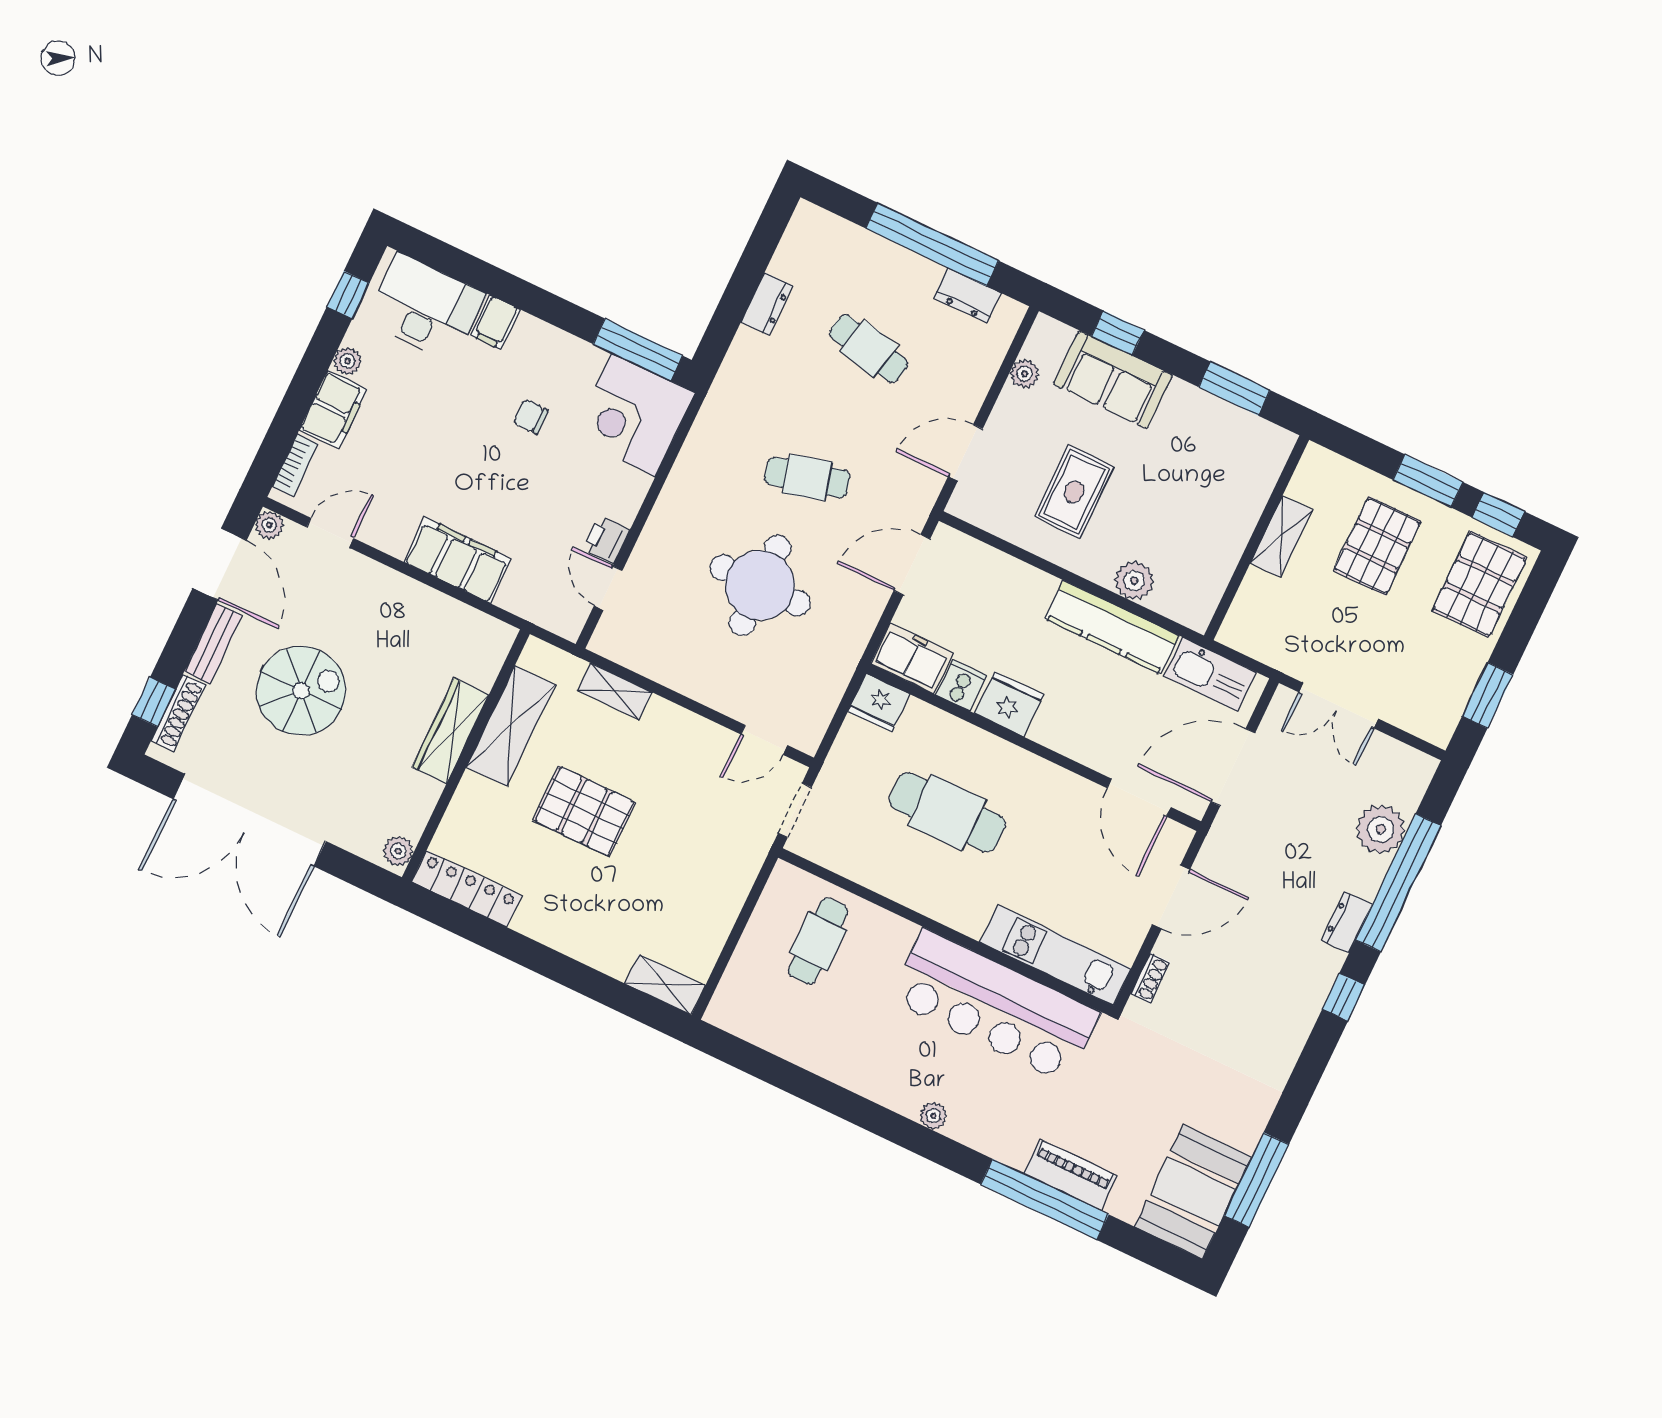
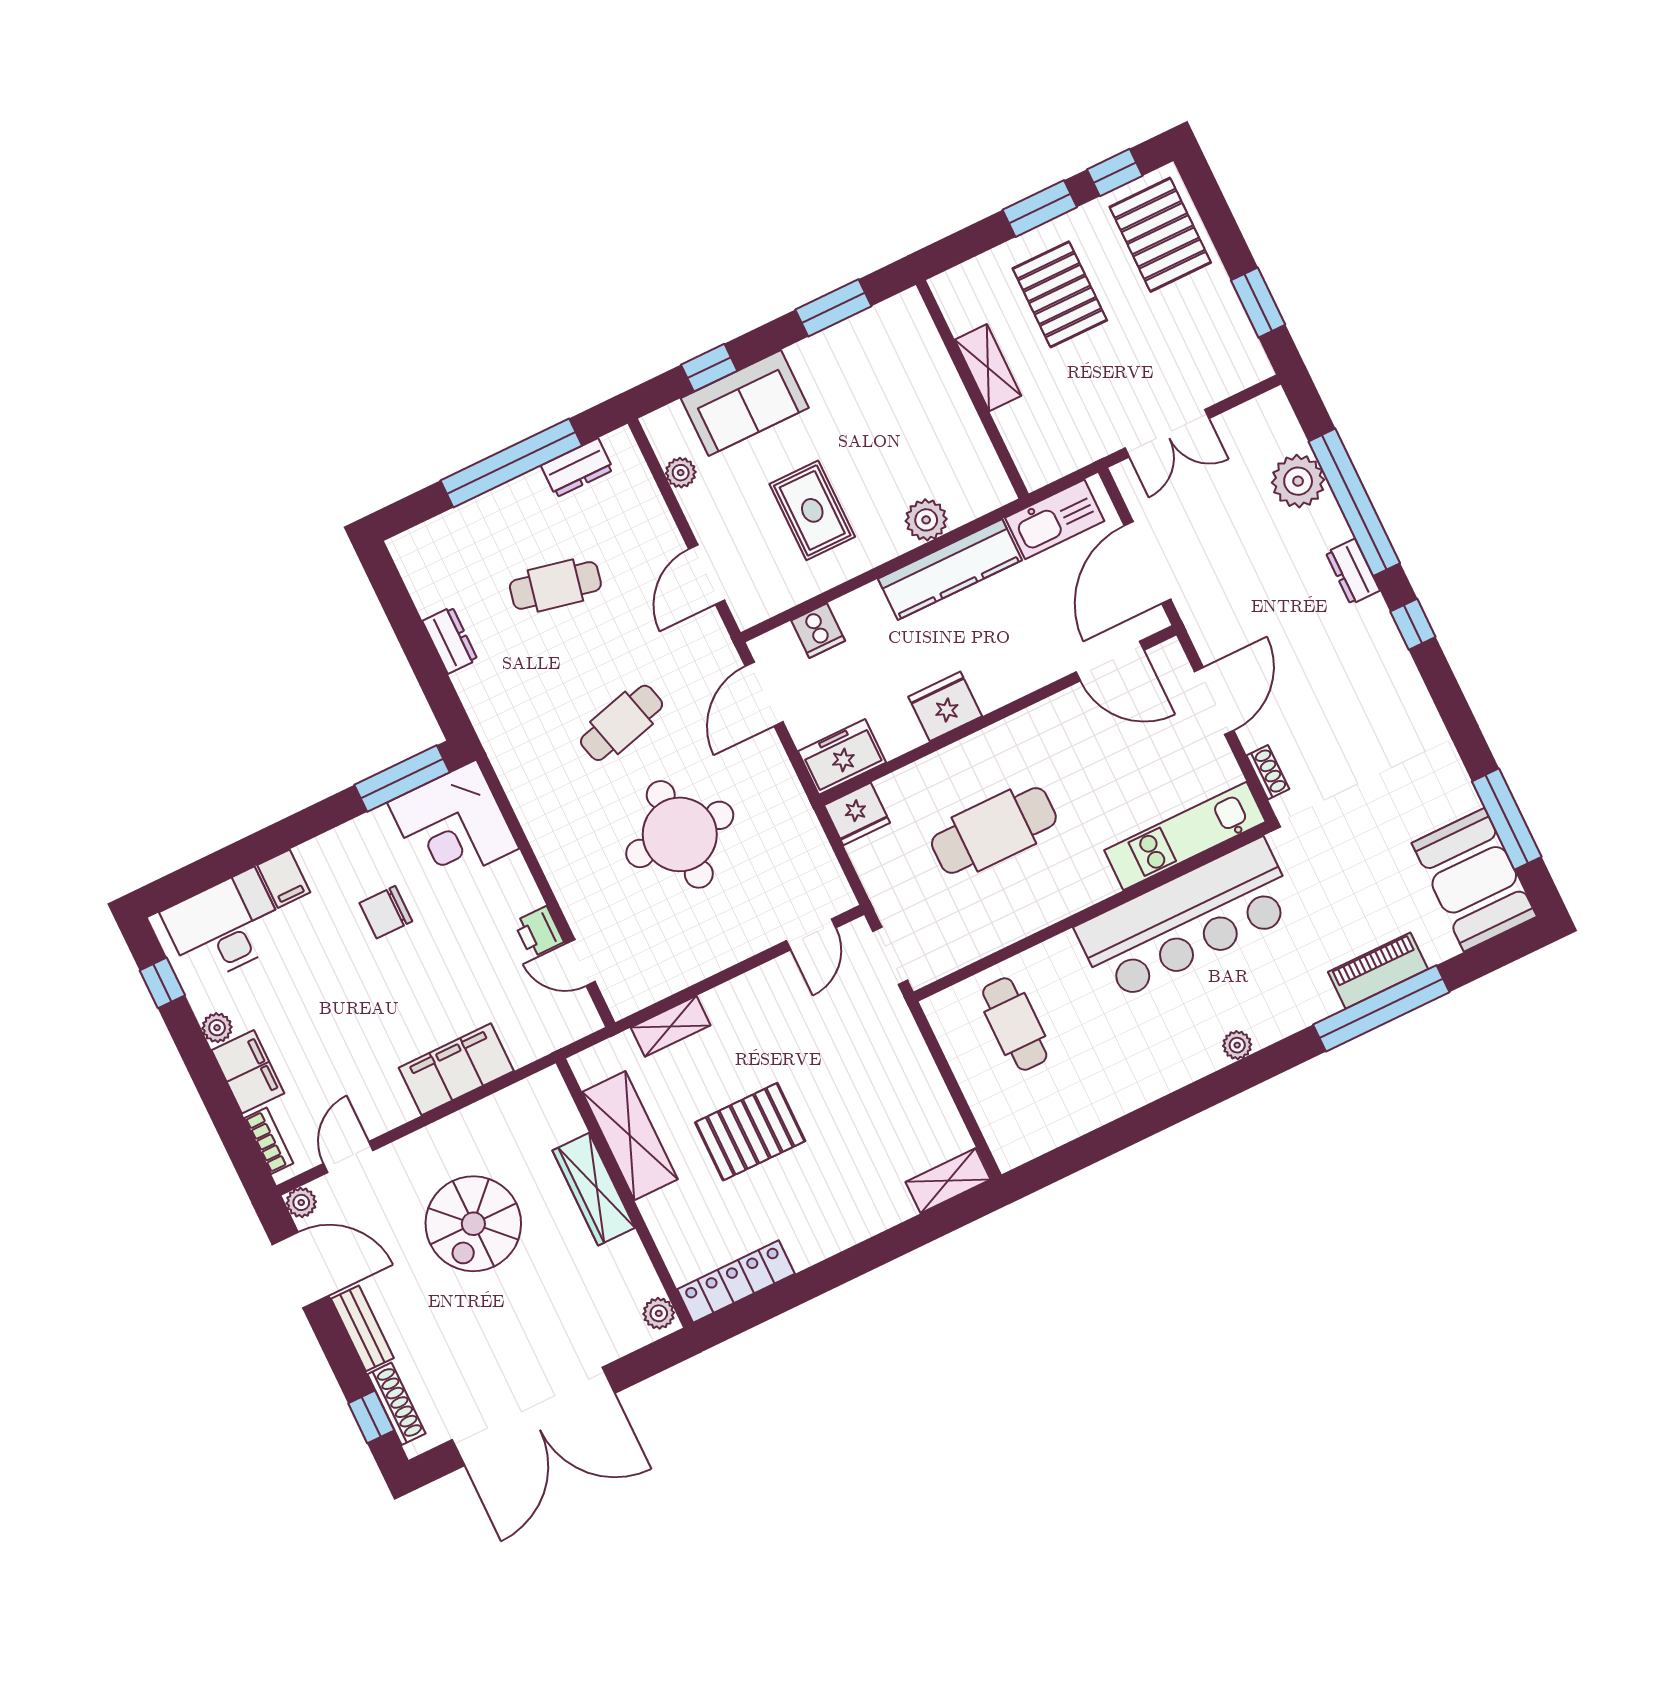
chair: (531, 417) -> (386, 912), width x1.37, depth x1.37
cooker: (961, 685) -> (818, 631), moved, turned 180
spiral stairs: (301, 691) -> (473, 1224), moved, turned 180

